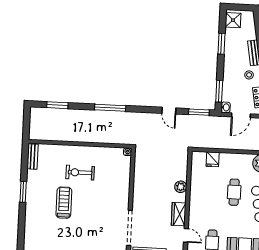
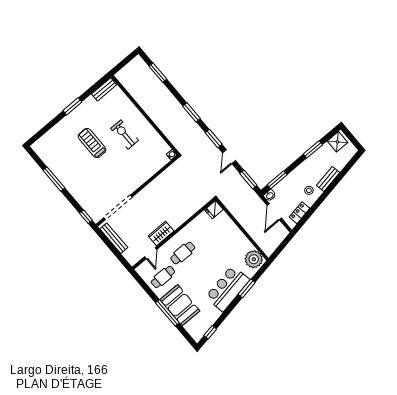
window: (110, 108) -> (192, 112), width x0.69
window: (145, 109) -> (214, 138), added
door: (241, 115) -> (274, 212), hinge flipped
fridge: (213, 159) -> (214, 210), moved
plant: (181, 187) -> (182, 217), removed
cafe table: (234, 192) -> (183, 253), moved
treadmill: (64, 203) -> (92, 143), turned -90

